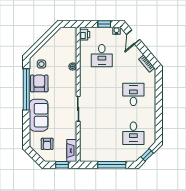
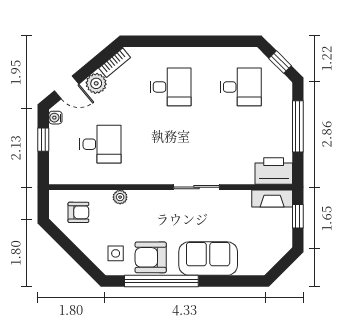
printer: (85, 35) -> (274, 171), moved, width x1.87, depth x1.48
plant: (135, 53) -> (96, 83), added
desk: (133, 94) -> (171, 87), turned 180
armchair: (47, 144) -> (78, 212), moved

